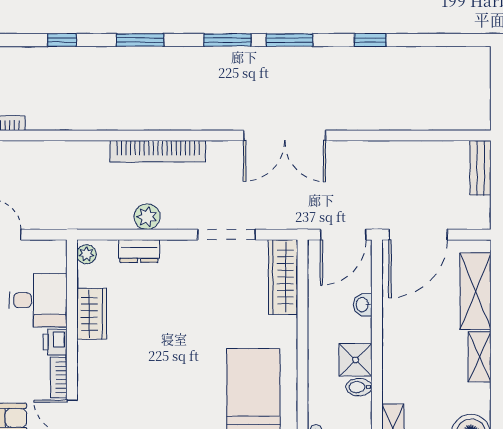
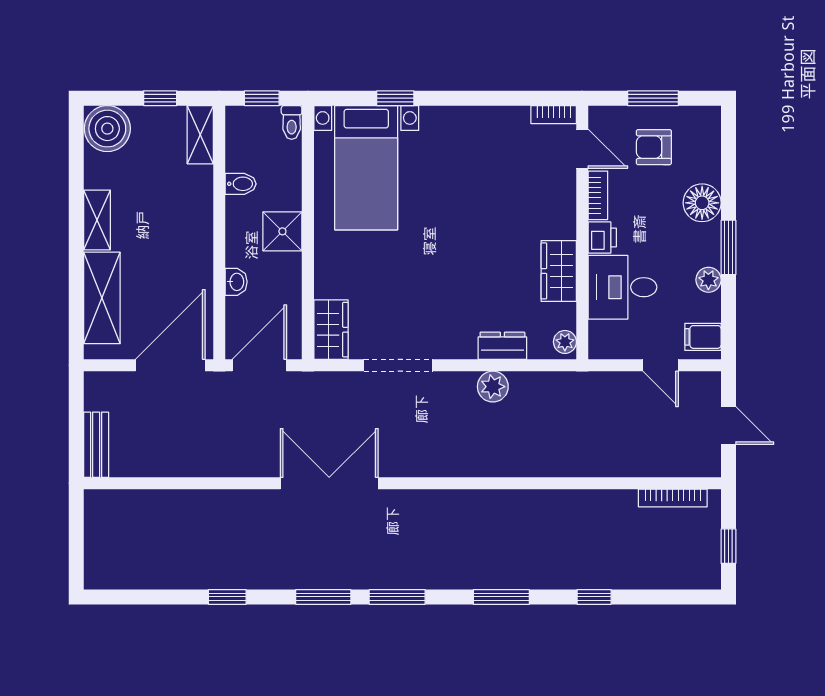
bookcase: (158, 151) -> (480, 465), removed
wardrobe: (283, 277) -> (331, 330), width x0.67
shower: (356, 360) -> (282, 231), moved

